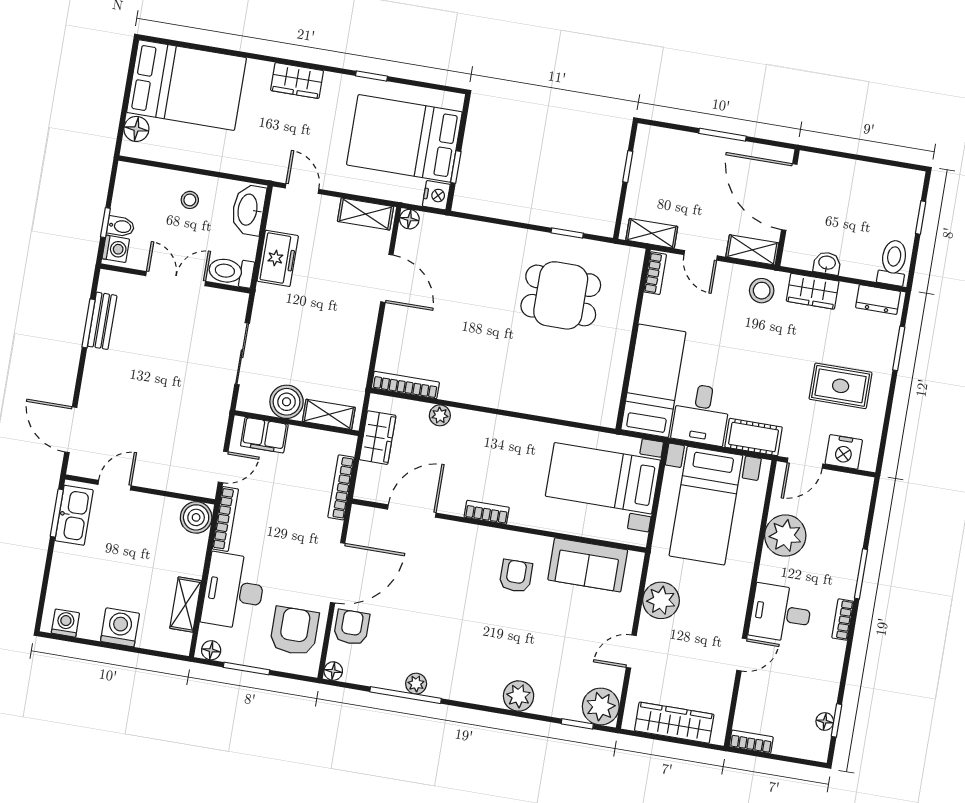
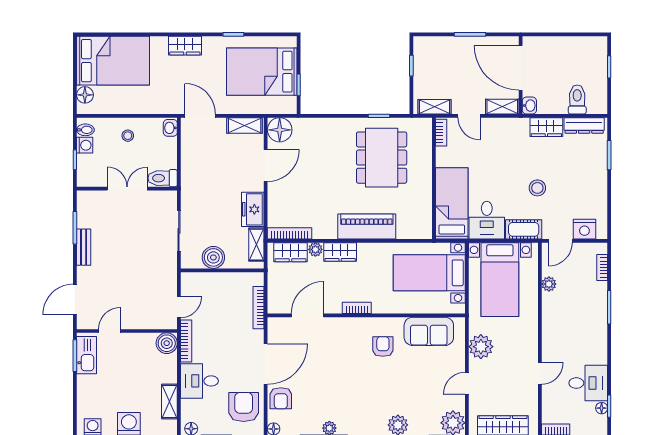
door: (302, 189) -> (200, 116), width x1.38
nightstand: (436, 195) -> (289, 105), removed
washbasin: (248, 210) -> (170, 128), width x0.52, depth x0.69
floor lamp: (409, 219) -> (280, 130), width x1.89, depth x1.89
bidet: (121, 226) -> (85, 130), moved
washing machine: (116, 249) -> (85, 145), moved
freezer: (278, 258) -> (253, 209), moved, turned 180
washbasin: (827, 263) -> (529, 106), moved, turned 90
toilet: (893, 263) -> (577, 99), moved
door: (387, 278) -> (266, 166), hinge flipped
stool: (762, 291) -> (537, 188), moved
dining table: (561, 295) -> (382, 158), width x1.38
dresser: (878, 300) -> (584, 125), width x1.44
bench: (102, 321) -> (84, 247), moved
rug: (841, 386) -> (575, 186), removed
piano: (522, 394) -> (367, 226), added
shelving: (329, 414) -> (256, 245), moved, turned 90
wardrobe: (476, 425) -> (340, 252), added
door: (71, 430) -> (75, 299), hinge flipped
filing cabinet: (264, 435) -> (202, 282), removed
wardrobe: (378, 438) -> (291, 252), moved, turned 90
plant: (785, 536) -> (549, 284), width x0.53, depth x0.53
desk: (234, 591) -> (199, 381), width x0.73
desk: (781, 613) -> (588, 383), moved, turned 180
bookcase: (843, 620) -> (602, 268), moved
armchair: (352, 627) -> (281, 398), turned 180

